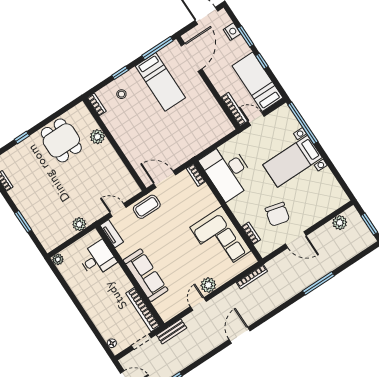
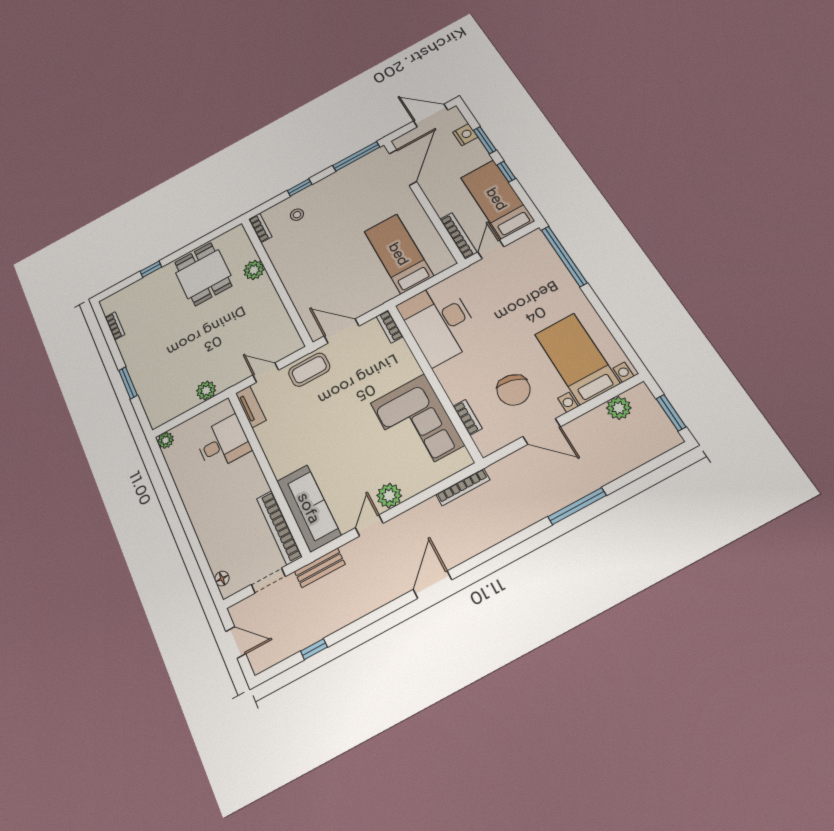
bed: (160, 82) -> (399, 254), moved, turned 180
door: (256, 119) -> (491, 249), hinge flipped
bed with nightstands: (293, 161) -> (577, 359), moved, turned 90
sofa: (146, 275) -> (309, 508), moved

